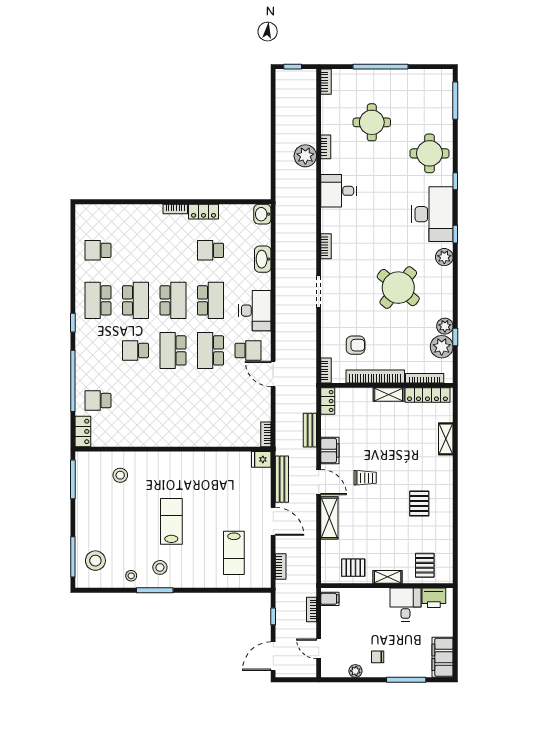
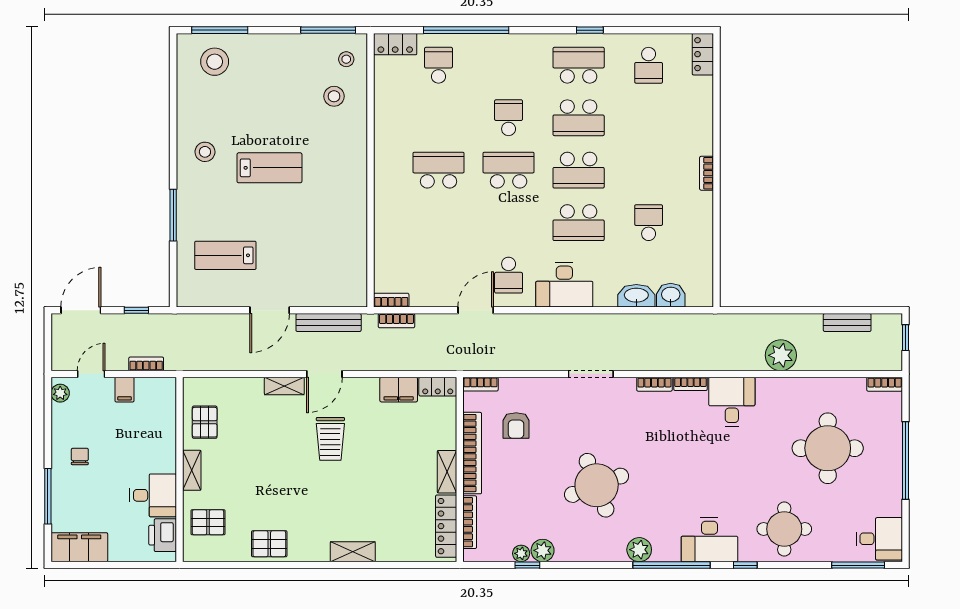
desk: (436, 85) -> (879, 539), added
round table: (372, 122) -> (828, 448), width x1.36, depth x1.36
bookcase: (326, 147) -> (690, 384), moved
locker: (204, 212) -> (703, 54), moved
washbasin: (262, 214) -> (671, 295), moved
desk: (432, 214) -> (709, 540), width x0.73, depth x0.77
window: (455, 234) -> (671, 565), width x3.17
school desk: (98, 250) -> (649, 65), turned 180
round table: (398, 288) -> (597, 485), turned 30
window: (73, 323) -> (590, 30), moved
plant: (442, 347) -> (521, 553), width x0.53, depth x0.53
school desk: (211, 350) -> (438, 170), moved
bench: (310, 430) -> (847, 323), moved
shelving: (446, 439) -> (353, 552), moved
filing cabinet: (330, 451) -> (399, 390), moved
fridge: (261, 459) -> (356, 294), removed
trolley: (365, 478) -> (330, 439), width x1.36, depth x1.39
pallet: (419, 503) -> (269, 544), moved
shelving: (329, 518) -> (284, 386), width x0.67, depth x0.75
bookcase: (281, 566) -> (396, 321), moved
stool: (131, 576) -> (346, 59), moved
window: (155, 590) -> (173, 215), moved
filing cabinet: (330, 599) -> (125, 390), moved
door: (273, 656) -> (81, 310), hinge flipped
plant: (355, 671) -> (60, 393), moved

